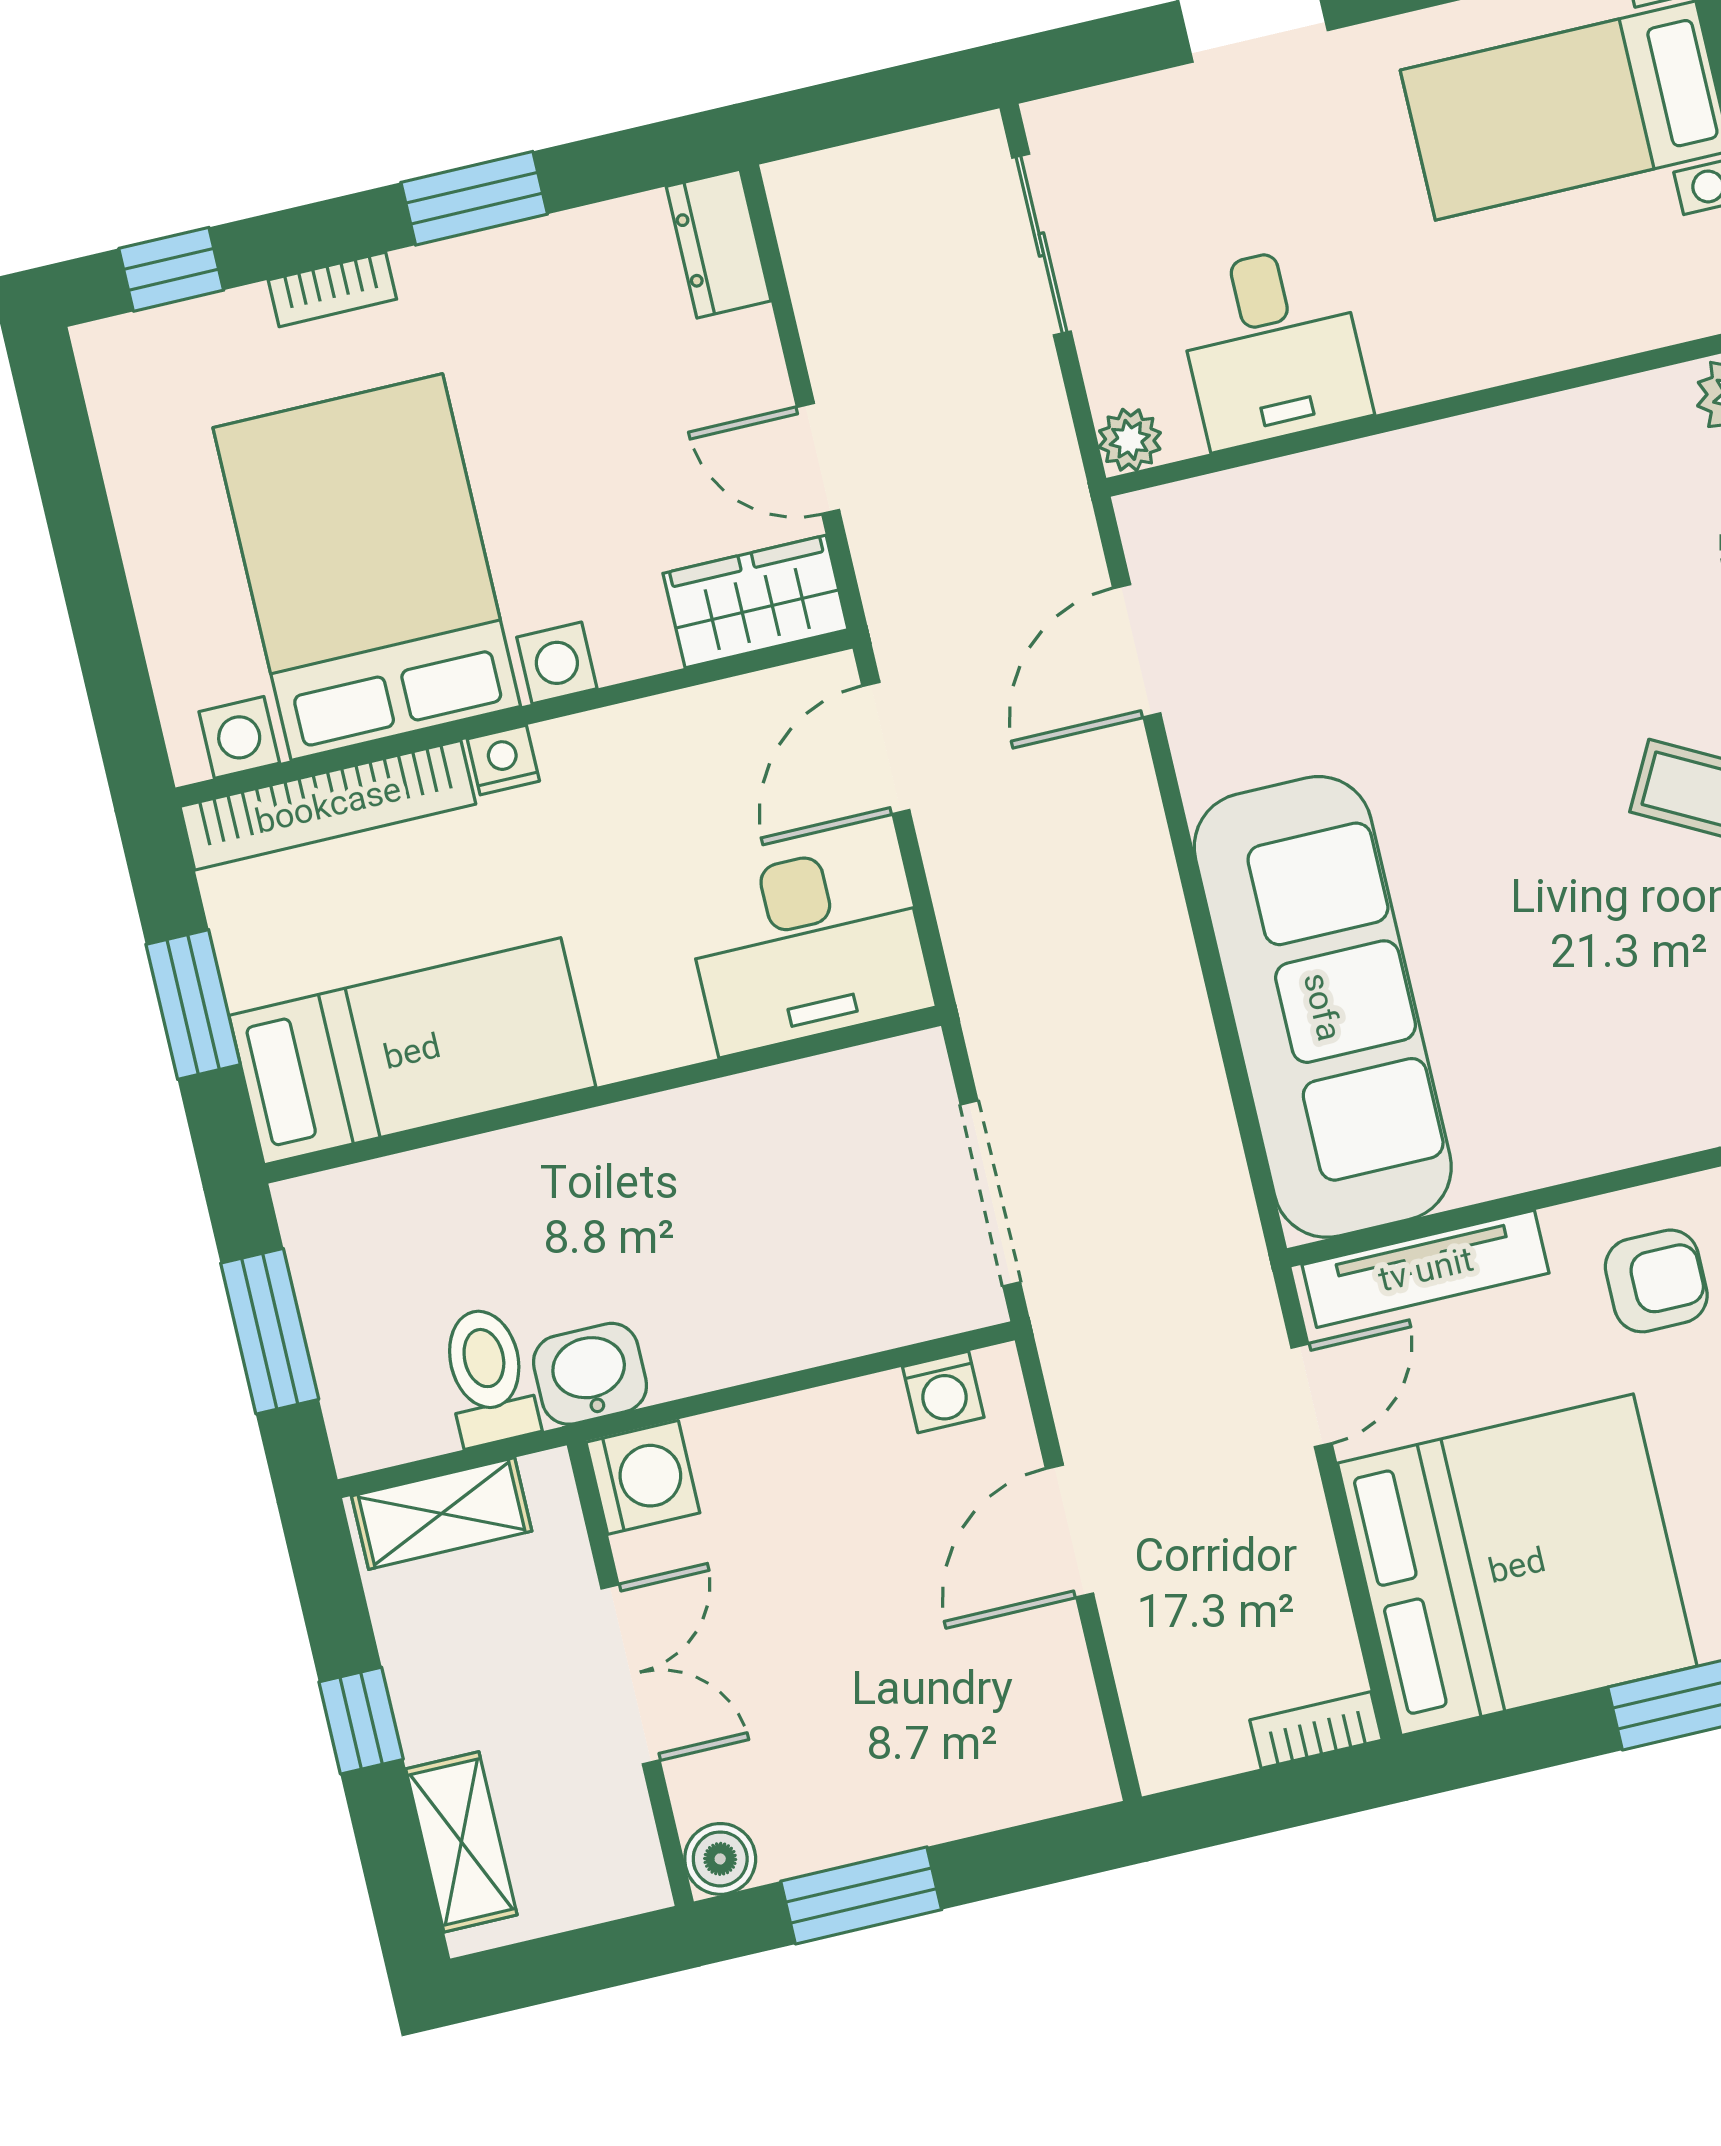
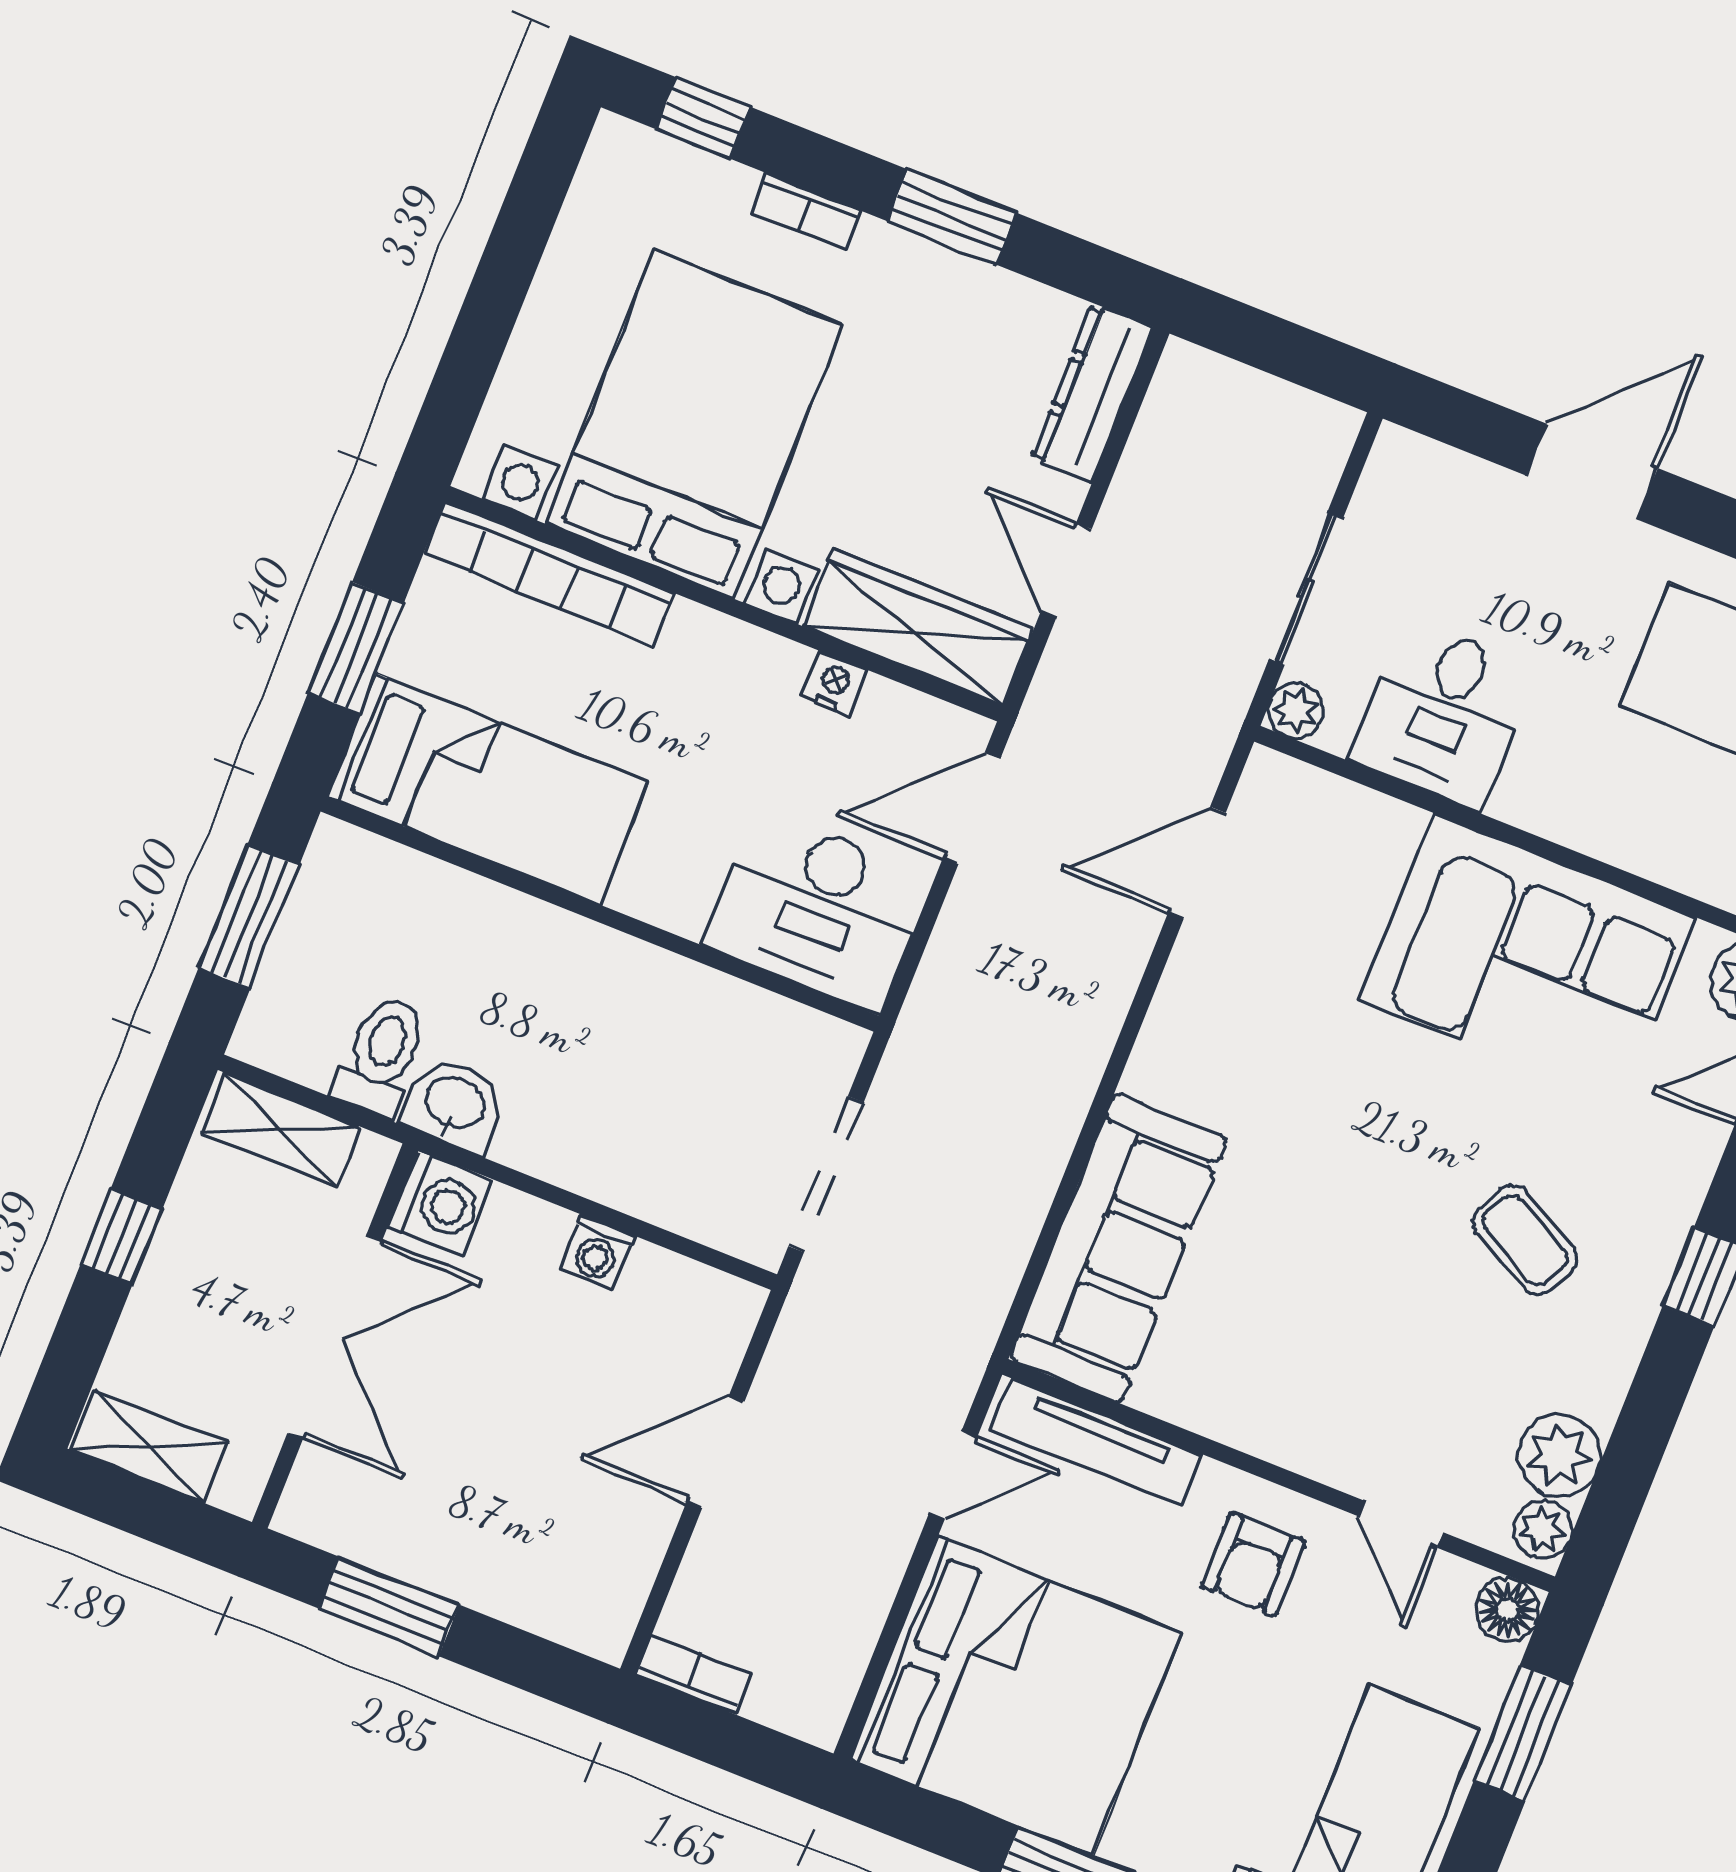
dresser: (719, 244) -> (1093, 393), width x1.44
sliding door: (1042, 245) -> (1306, 589), moved
corner sofa: (1515, 522) -> (1527, 959), added
wardrobe: (756, 601) -> (918, 627), width x1.50
nightstand: (503, 760) -> (834, 683), moved
sofa: (1323, 1007) -> (1118, 1248), width x0.74, depth x0.79
armchair: (1656, 1281) -> (1253, 1564), turned 90
washing machine: (943, 1392) -> (597, 1252), moved
double door: (631, 1674) -> (335, 1337), width x1.37
bookcase: (1316, 1730) -> (693, 1675), moved
shelving: (461, 1842) -> (149, 1446), moved, turned 90
boiler: (720, 1859) -> (307, 1511), removed

